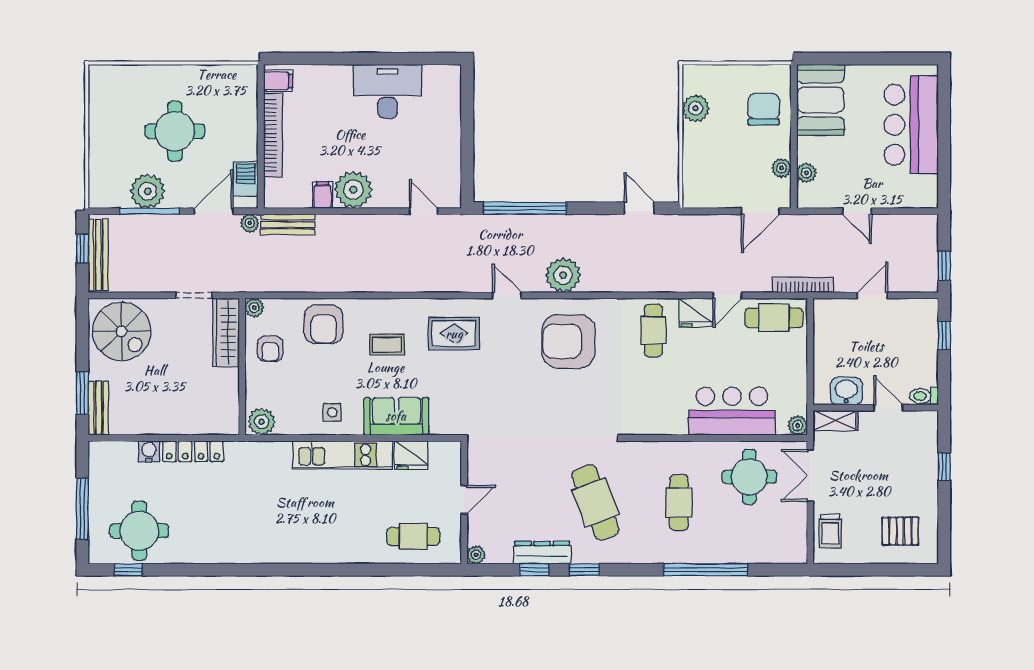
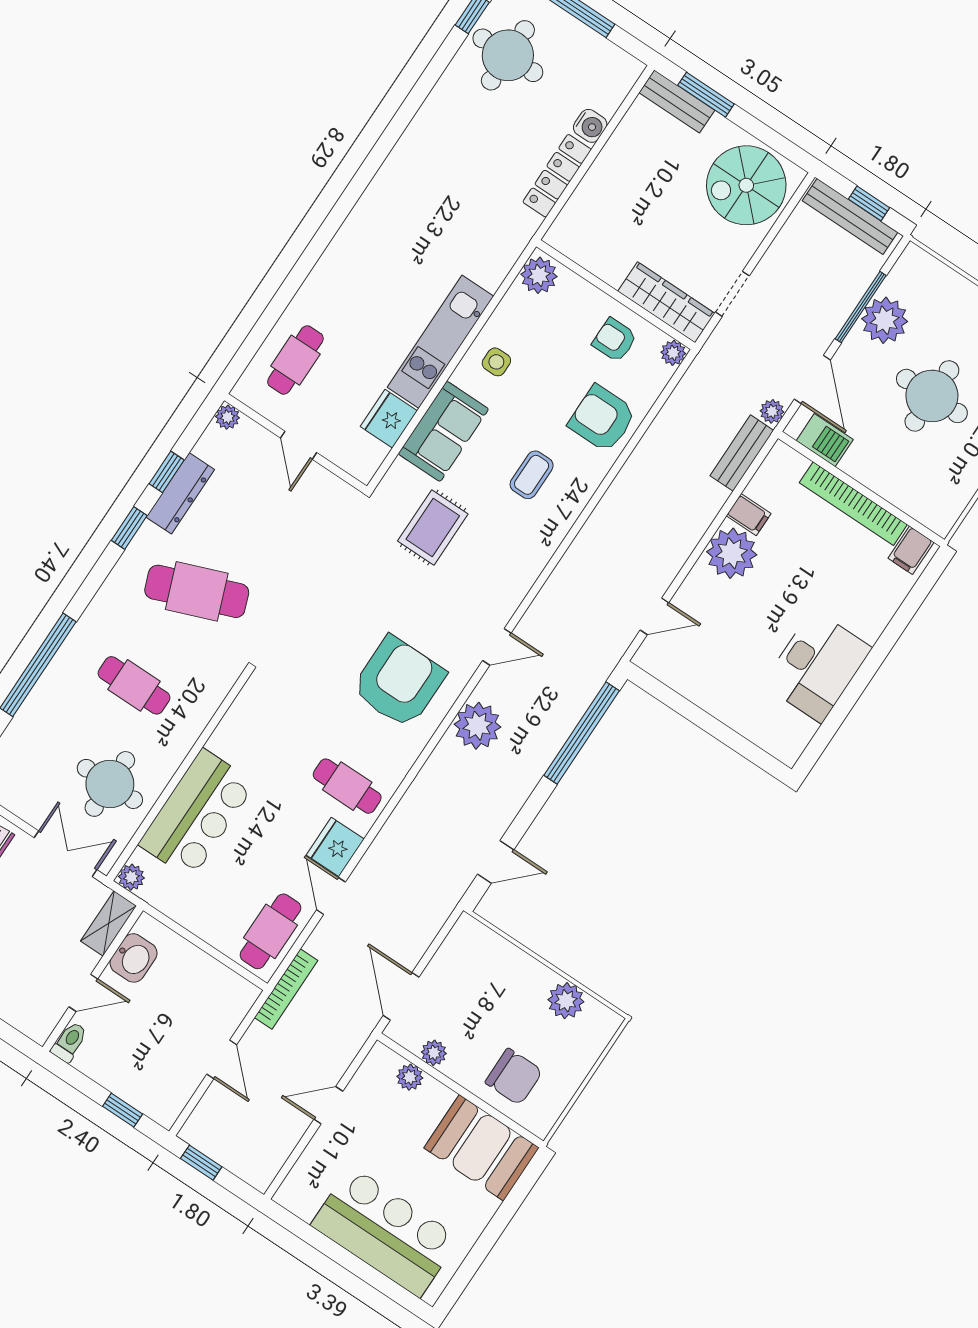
rug: (454, 334) -> (433, 527), moved

